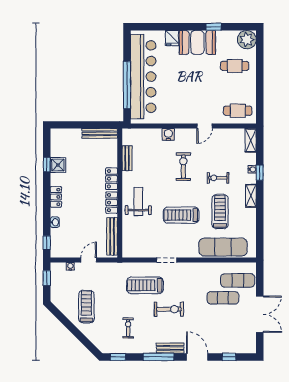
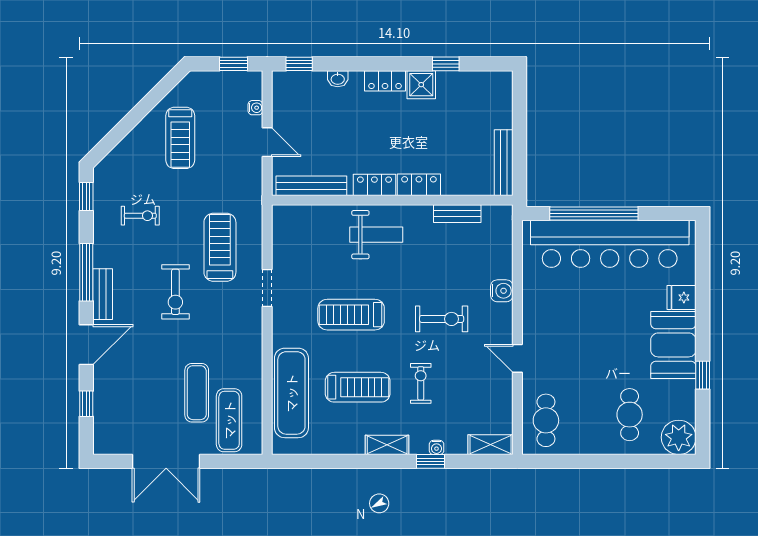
shower: (58, 165) -> (421, 85), moved
treadmill: (181, 215) -> (351, 315), turned -90
treadmill: (86, 307) -> (180, 138), turned 90

